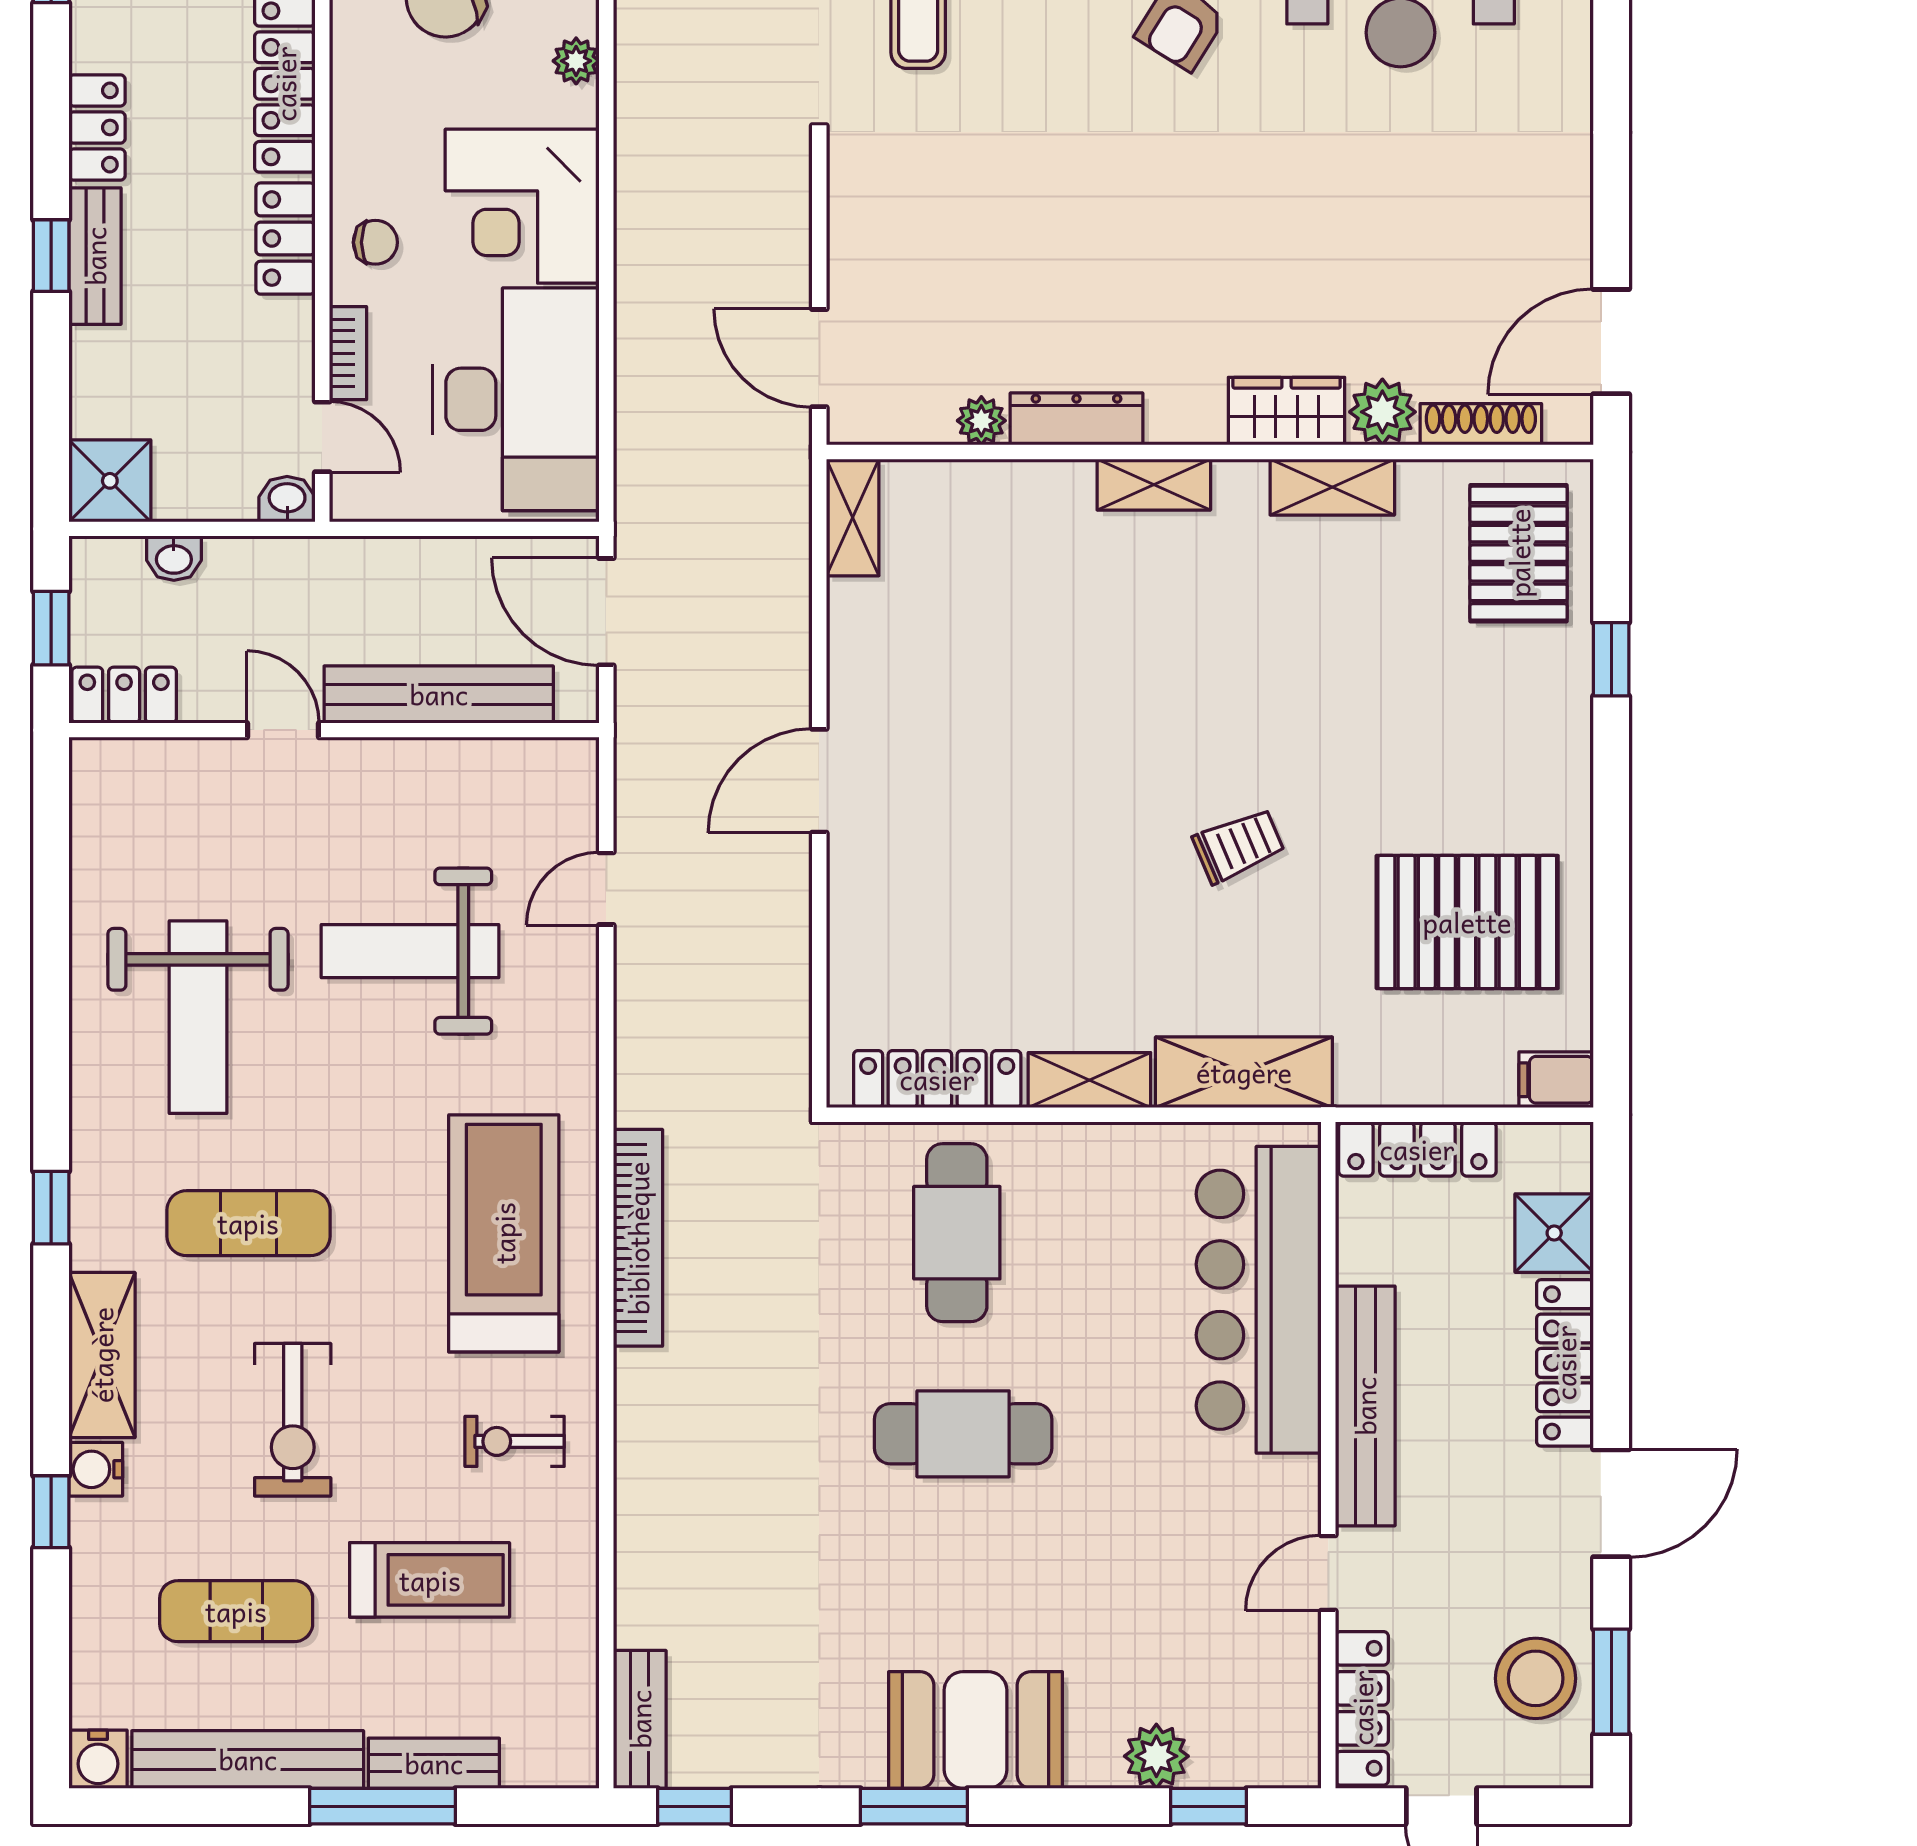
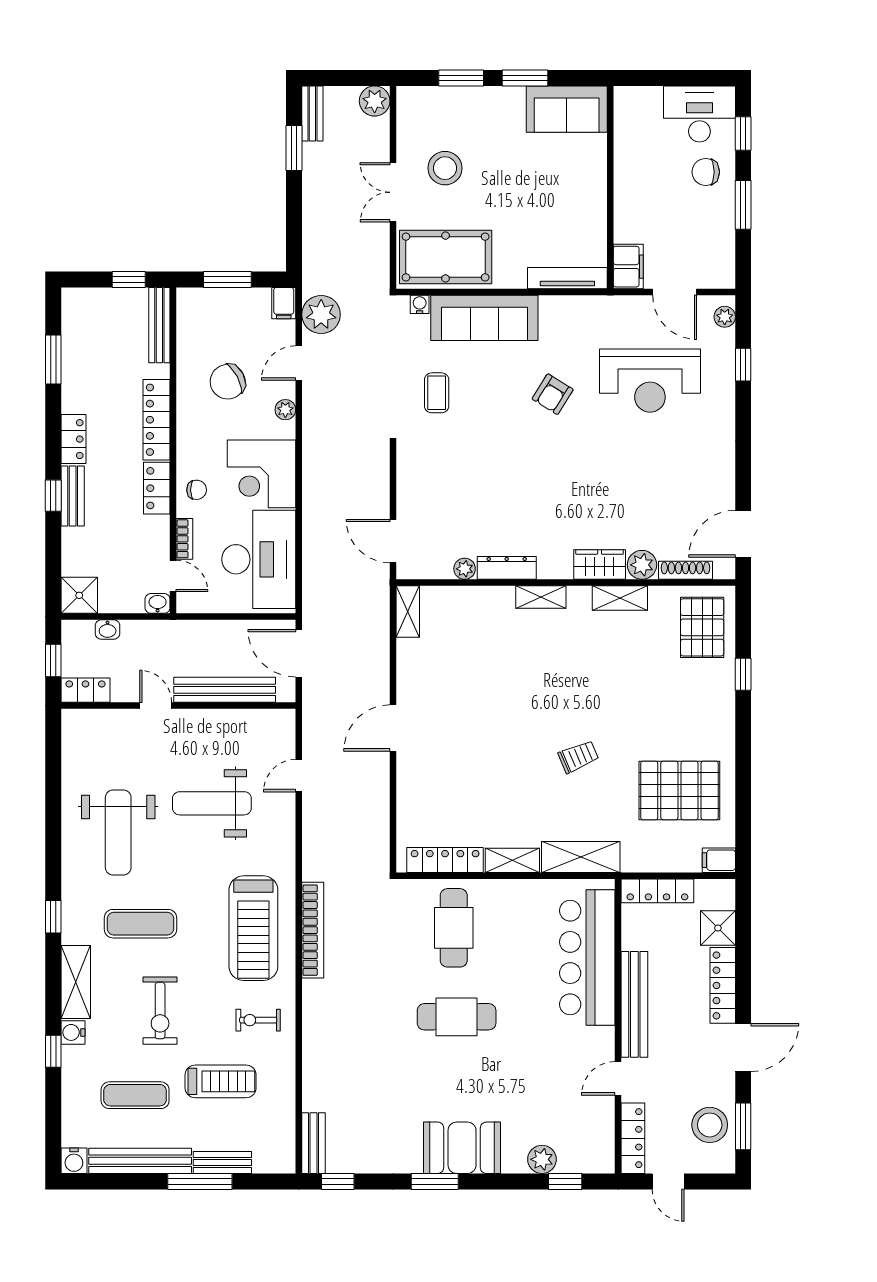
treadmill: (504, 1233) -> (253, 928), turned 180

